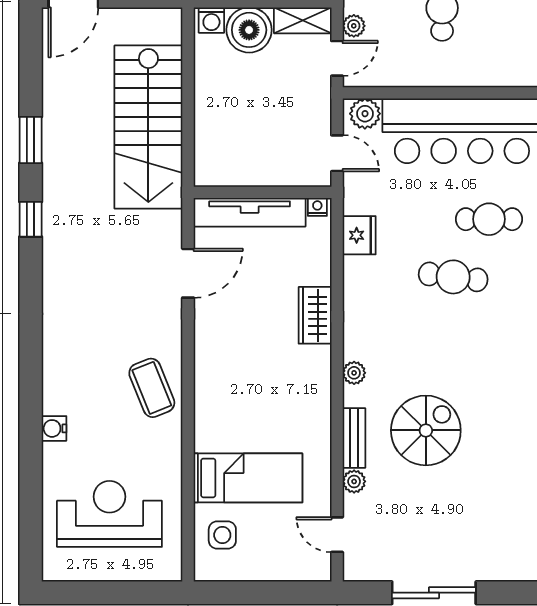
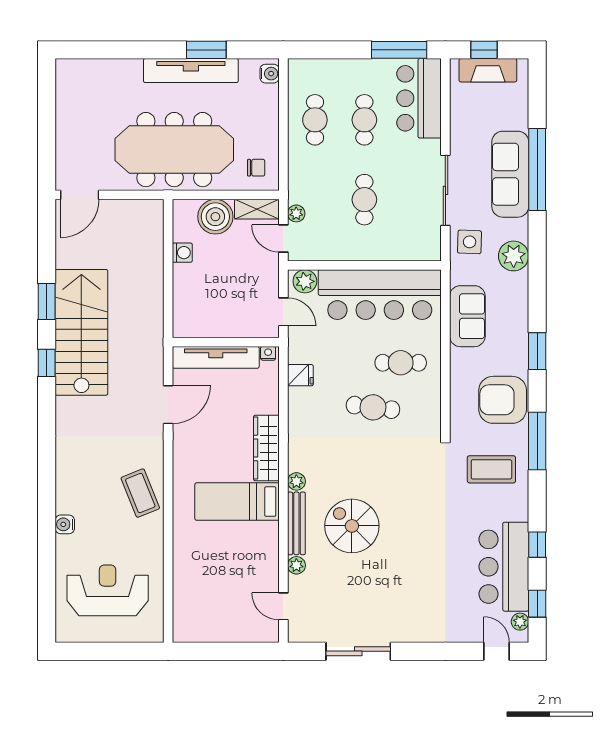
washing machine: (211, 20) -> (182, 253), moved, turned -90
door: (337, 58) -> (283, 239), swing flipped
stairs: (148, 127) -> (81, 332), moved, turned 180
fridge: (359, 235) -> (300, 375), width x0.72
wardrobe: (315, 315) -> (266, 448), width x1.50
spiral stairs: (426, 430) -> (352, 526), turned -90
bench: (354, 438) -> (296, 523), width x1.36
bed: (248, 478) -> (237, 502), moved, turned 180
side table: (222, 535) -> (195, 607), removed

